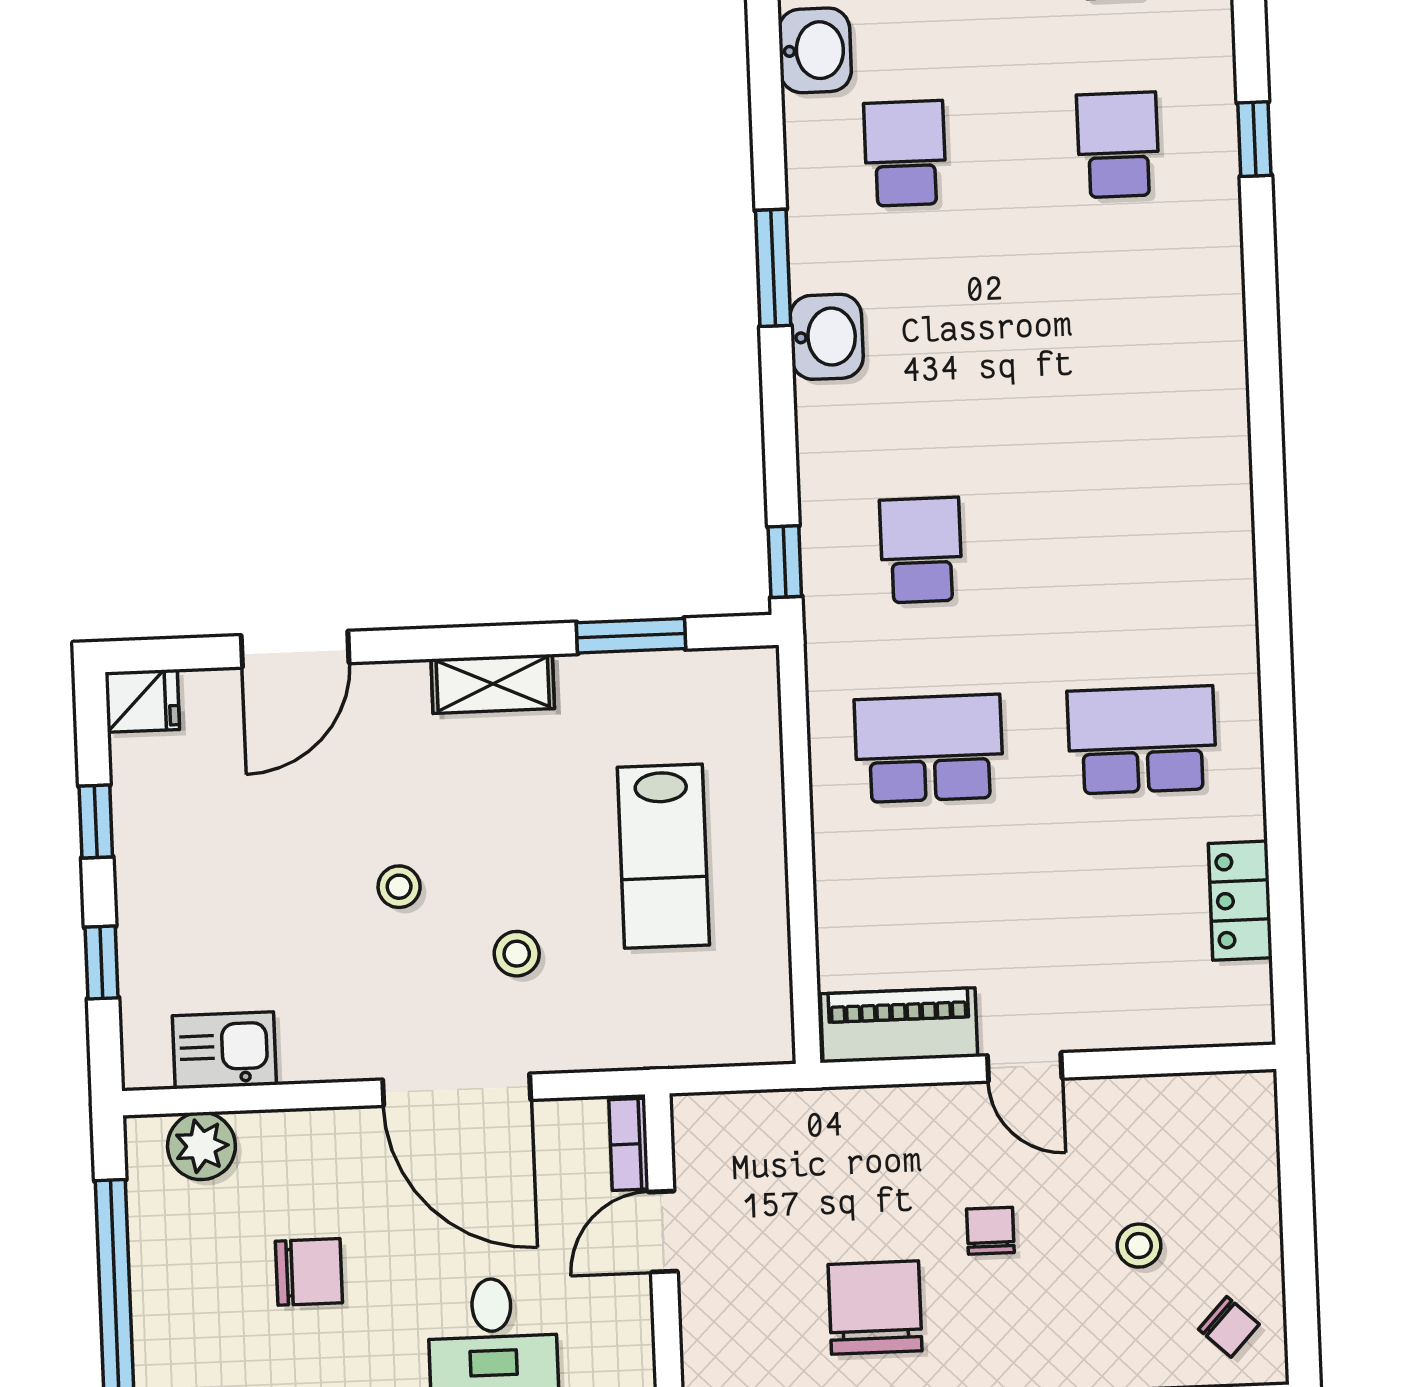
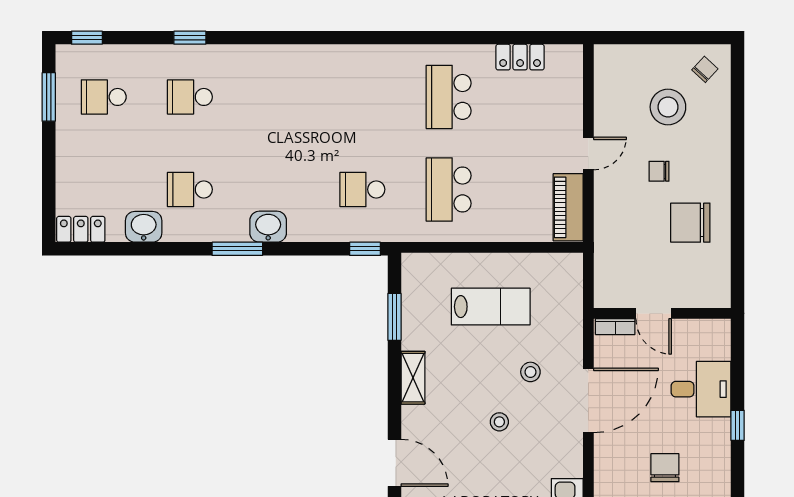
stool: (1139, 1246) -> (668, 107), width x1.89, depth x1.89

